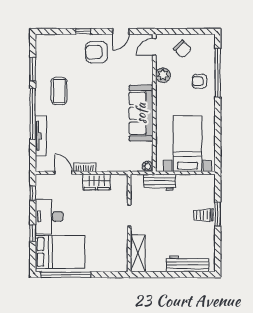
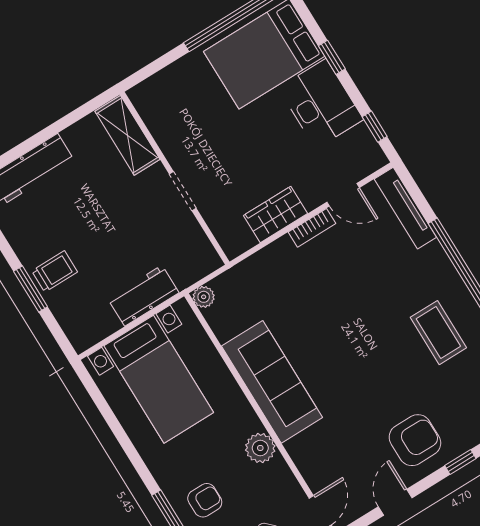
plant: (163, 75) -> (260, 448), moved
tv unit: (41, 136) -> (405, 208), moved
workbench: (160, 182) -> (143, 296), moved

